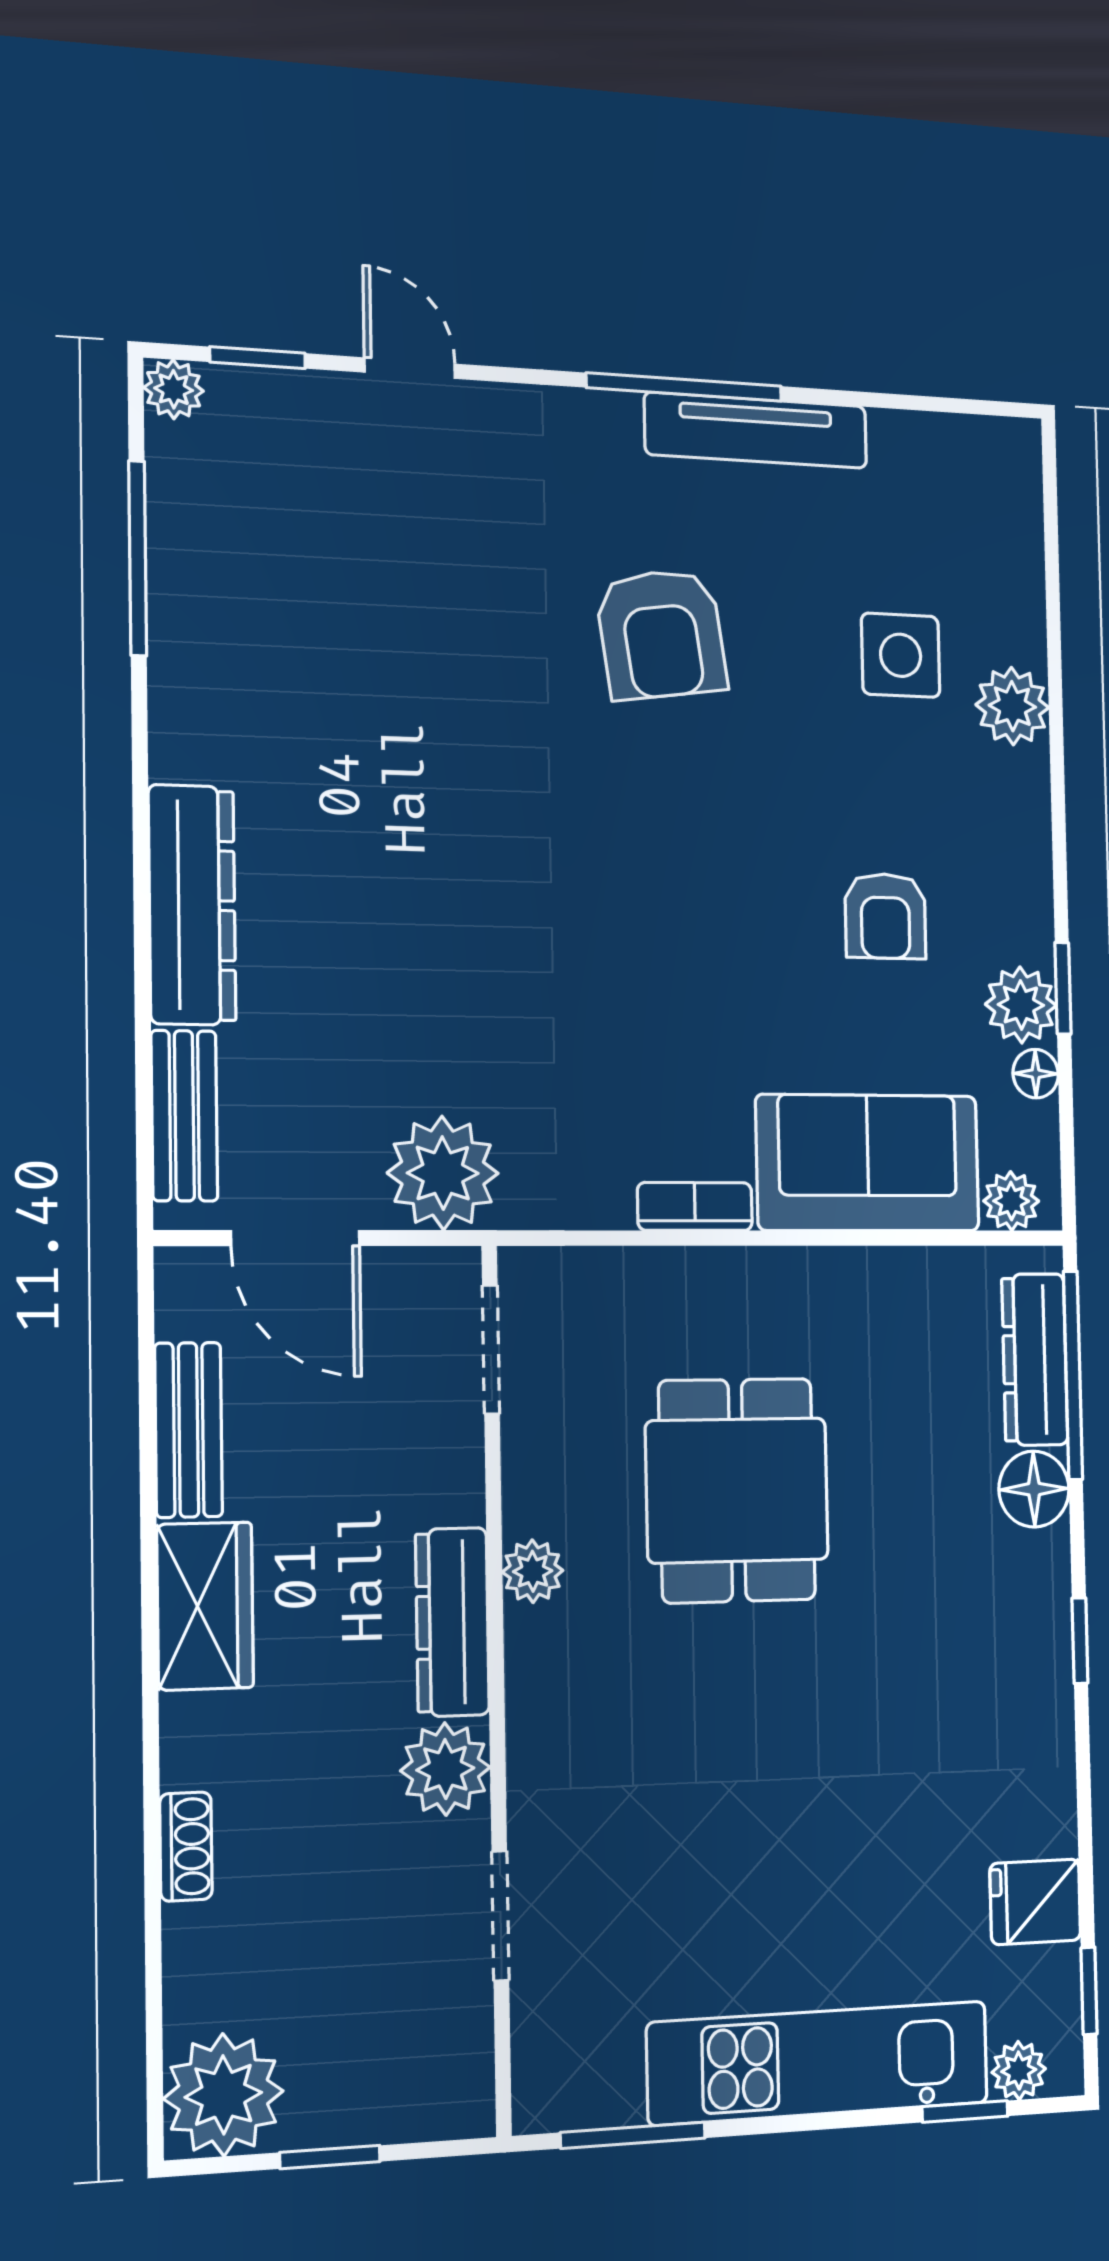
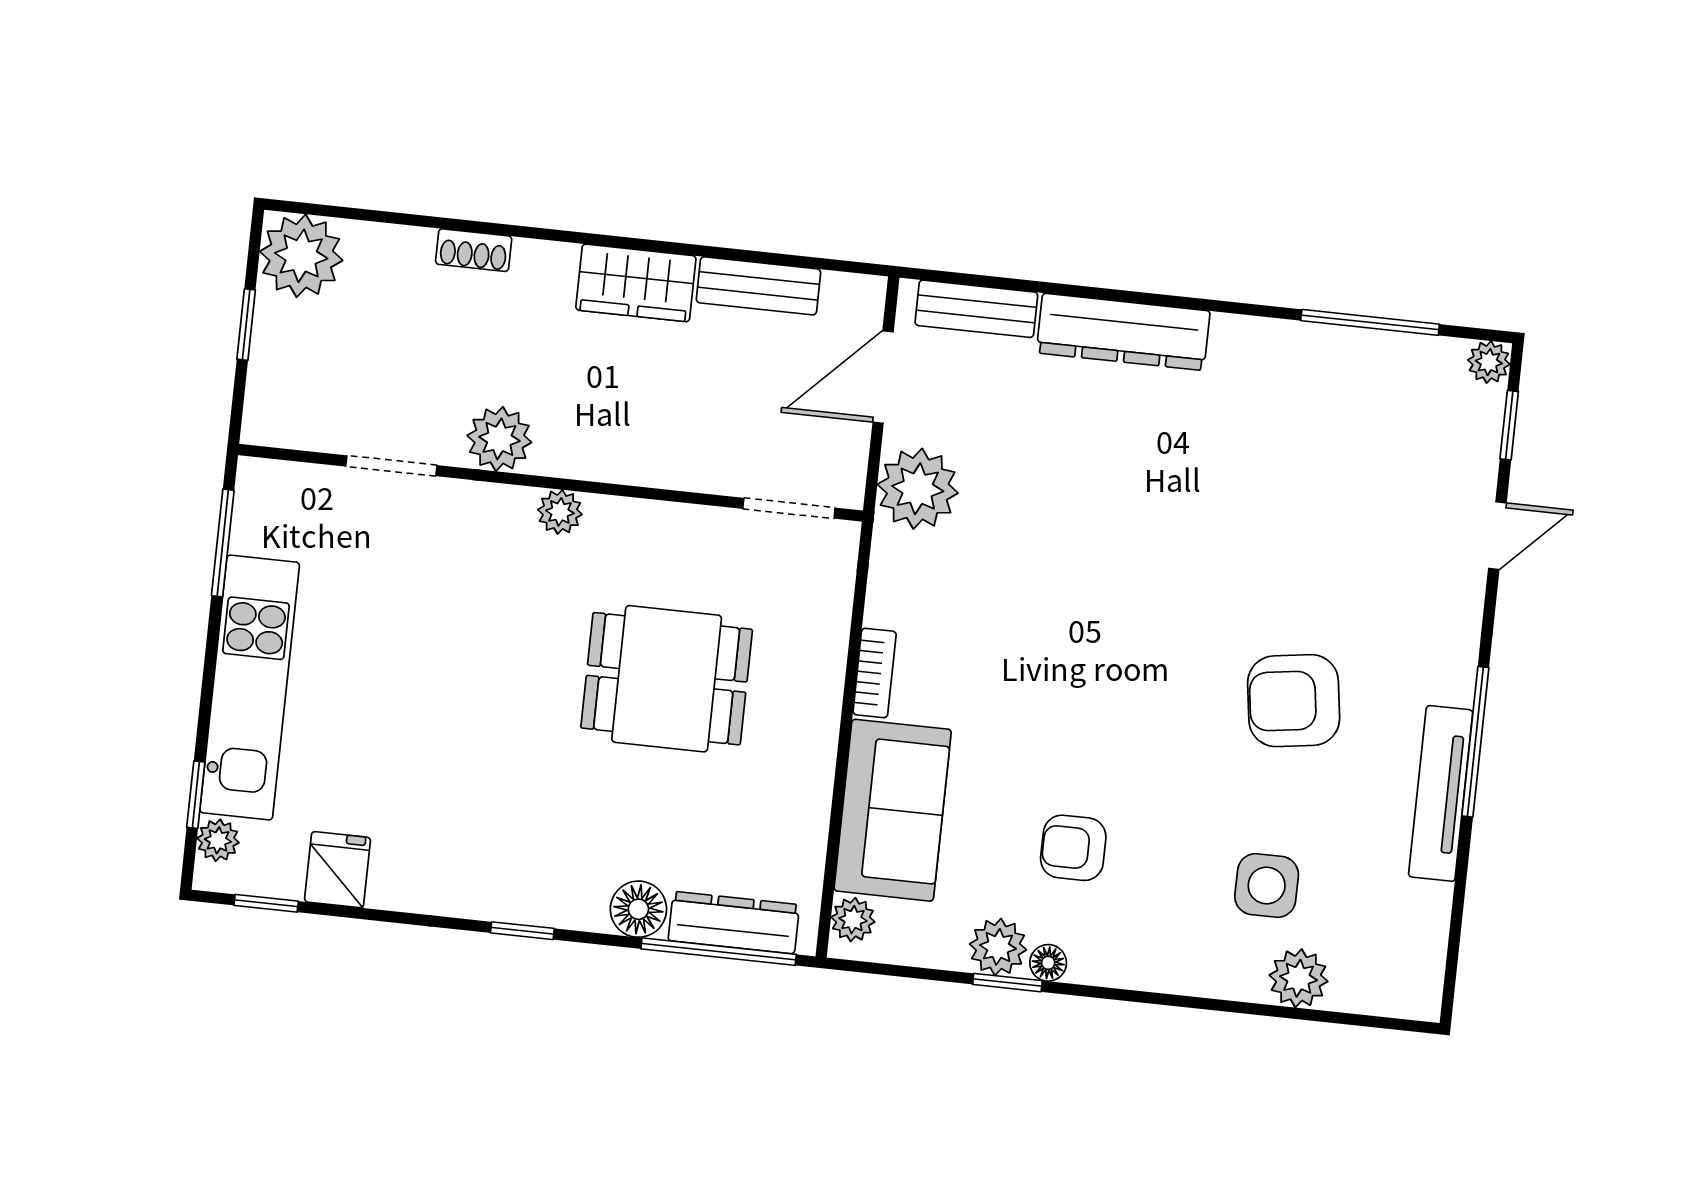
plant: (1012, 706) -> (1299, 978), moved
floor lamp: (1036, 1074) -> (1048, 963), moved
plant: (533, 1571) -> (560, 512), moved
dresser: (452, 1622) -> (601, 457), removed

